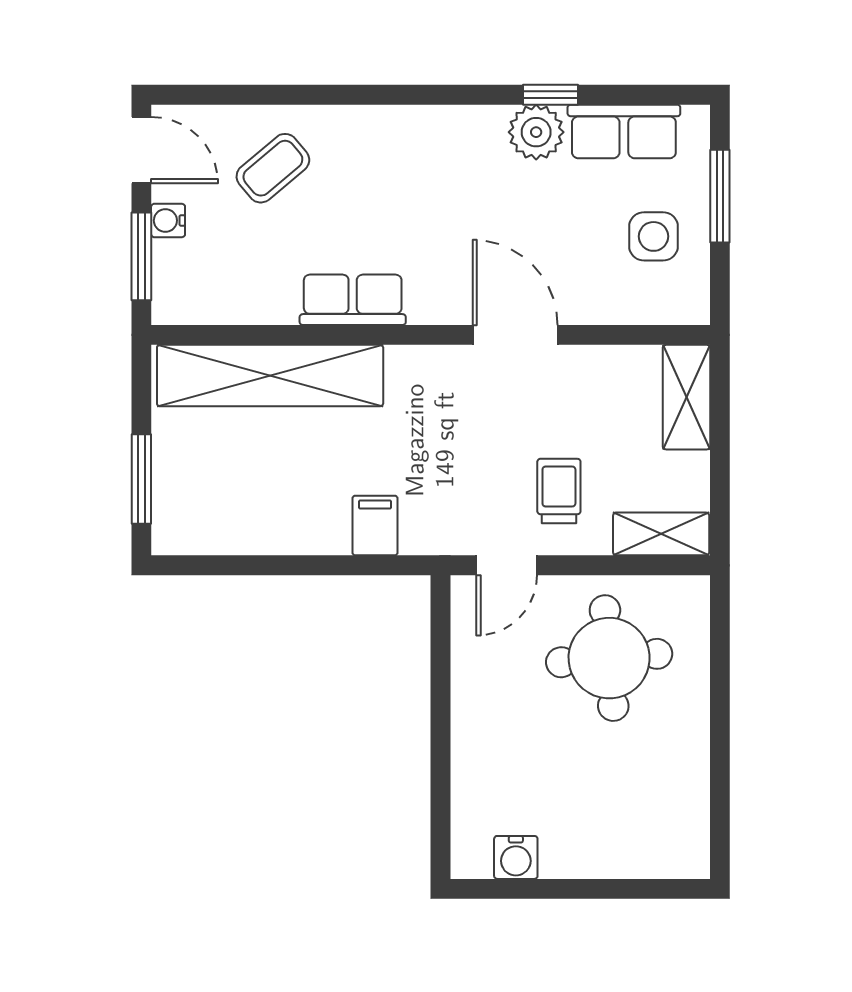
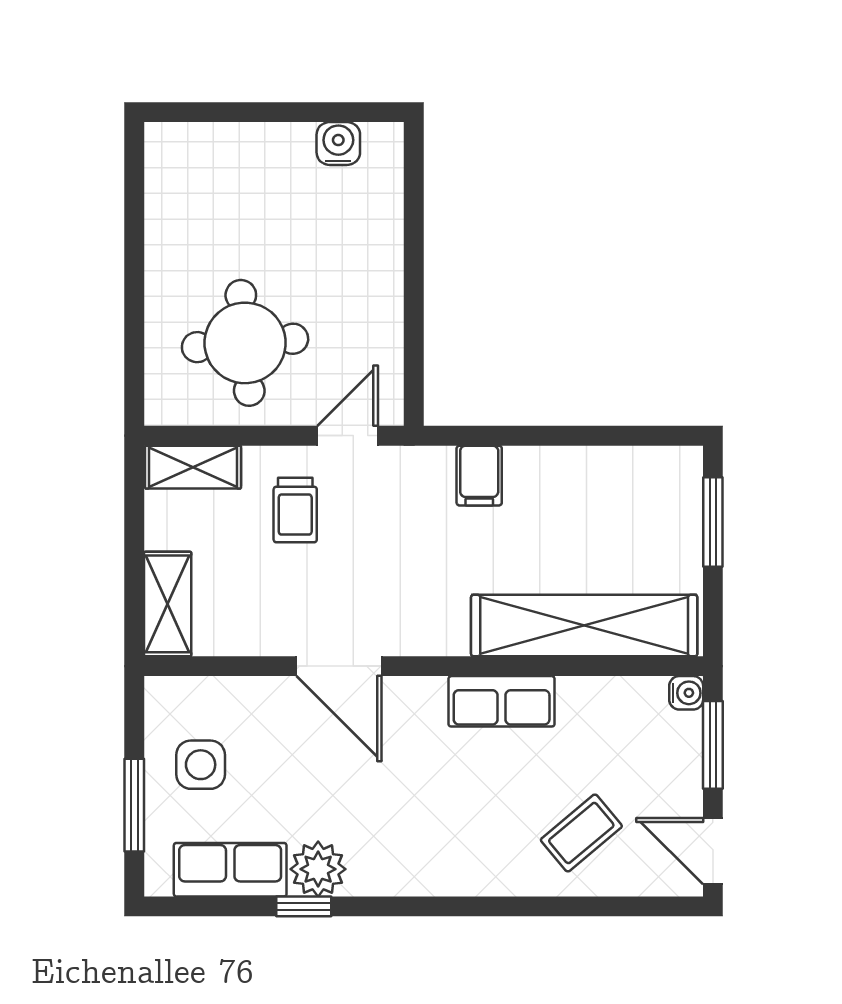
water cooler: (168, 220) -> (686, 693), moved

